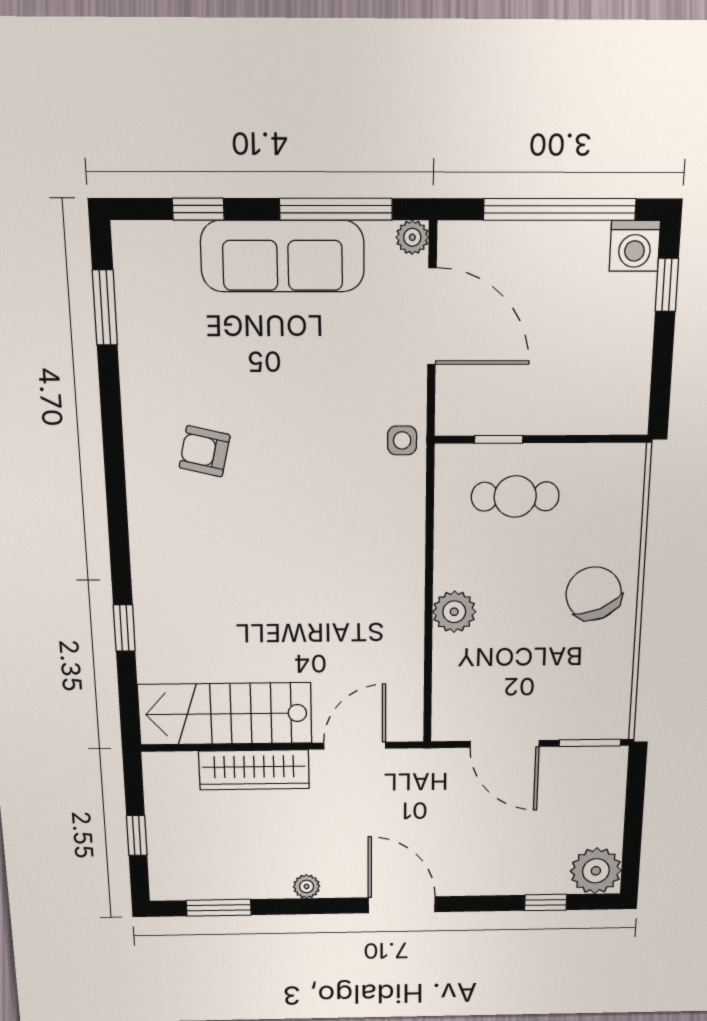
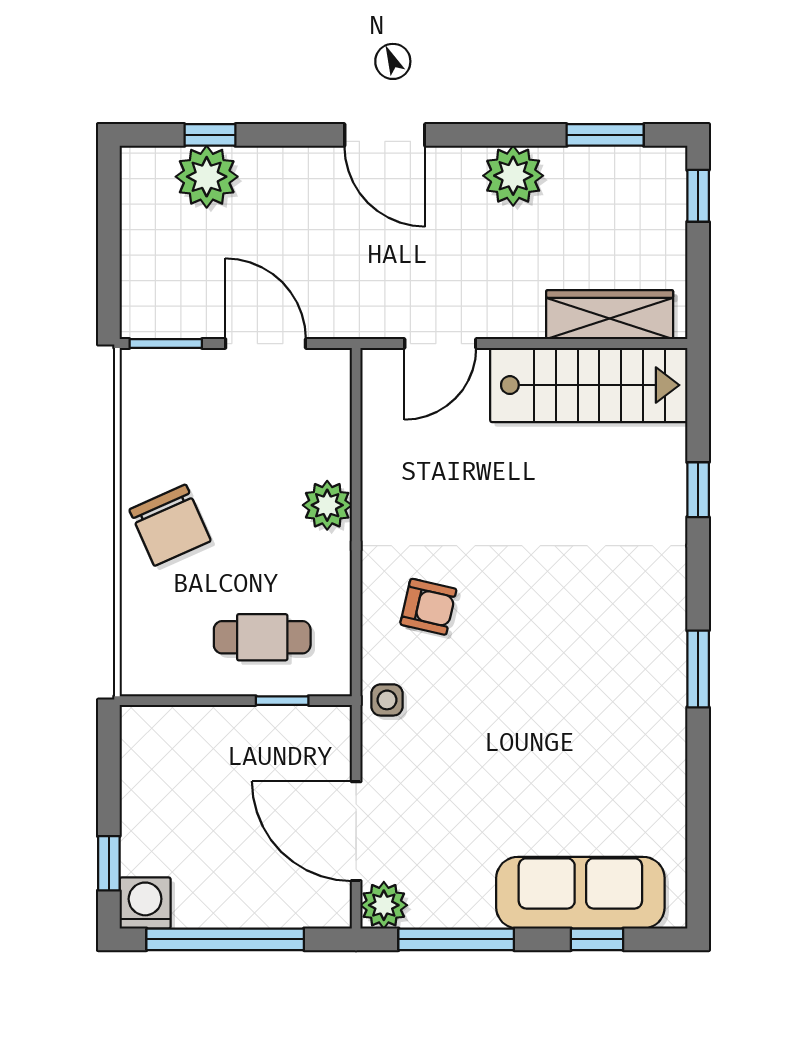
plant: (412, 237) -> (384, 905), width x1.38, depth x1.38
sofa: (283, 256) -> (580, 893), moved
window: (105, 308) -> (698, 669), moved
armchair: (205, 451) -> (428, 607), moved
wardrobe: (254, 770) -> (610, 315), moved
window: (137, 836) -> (698, 196), moved
plant: (596, 871) -> (207, 177), moved
plant: (307, 886) -> (513, 176), width x1.88, depth x1.88

